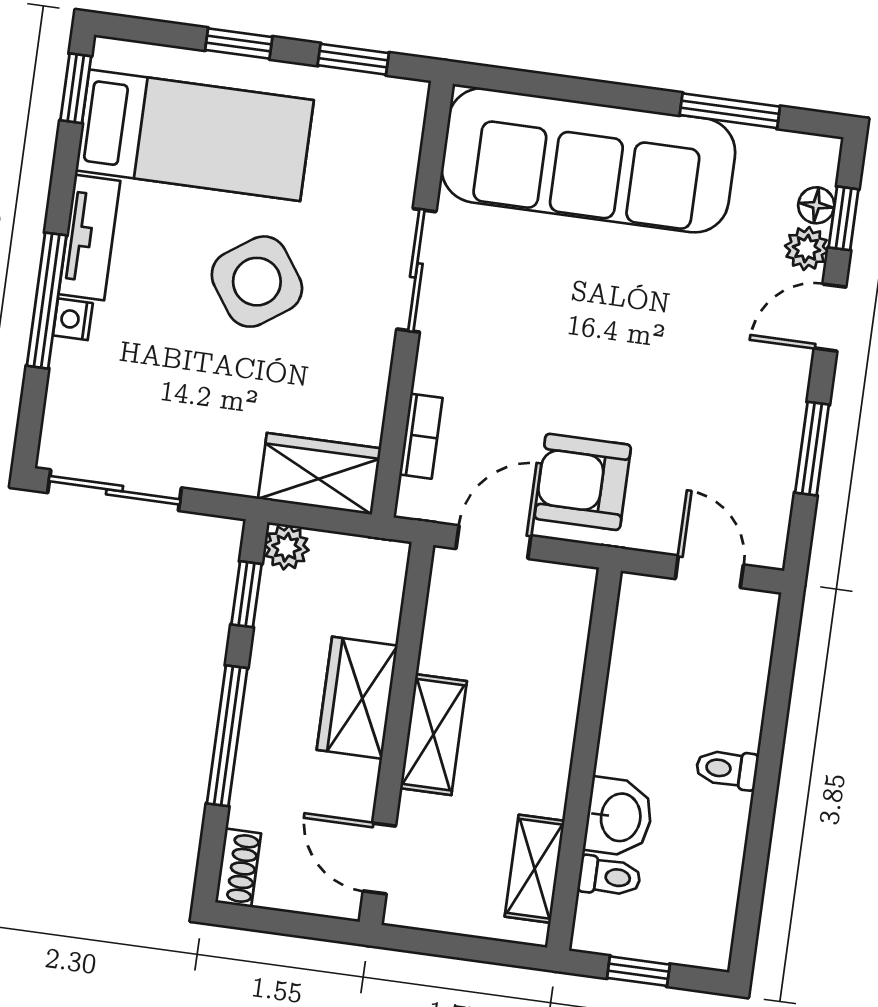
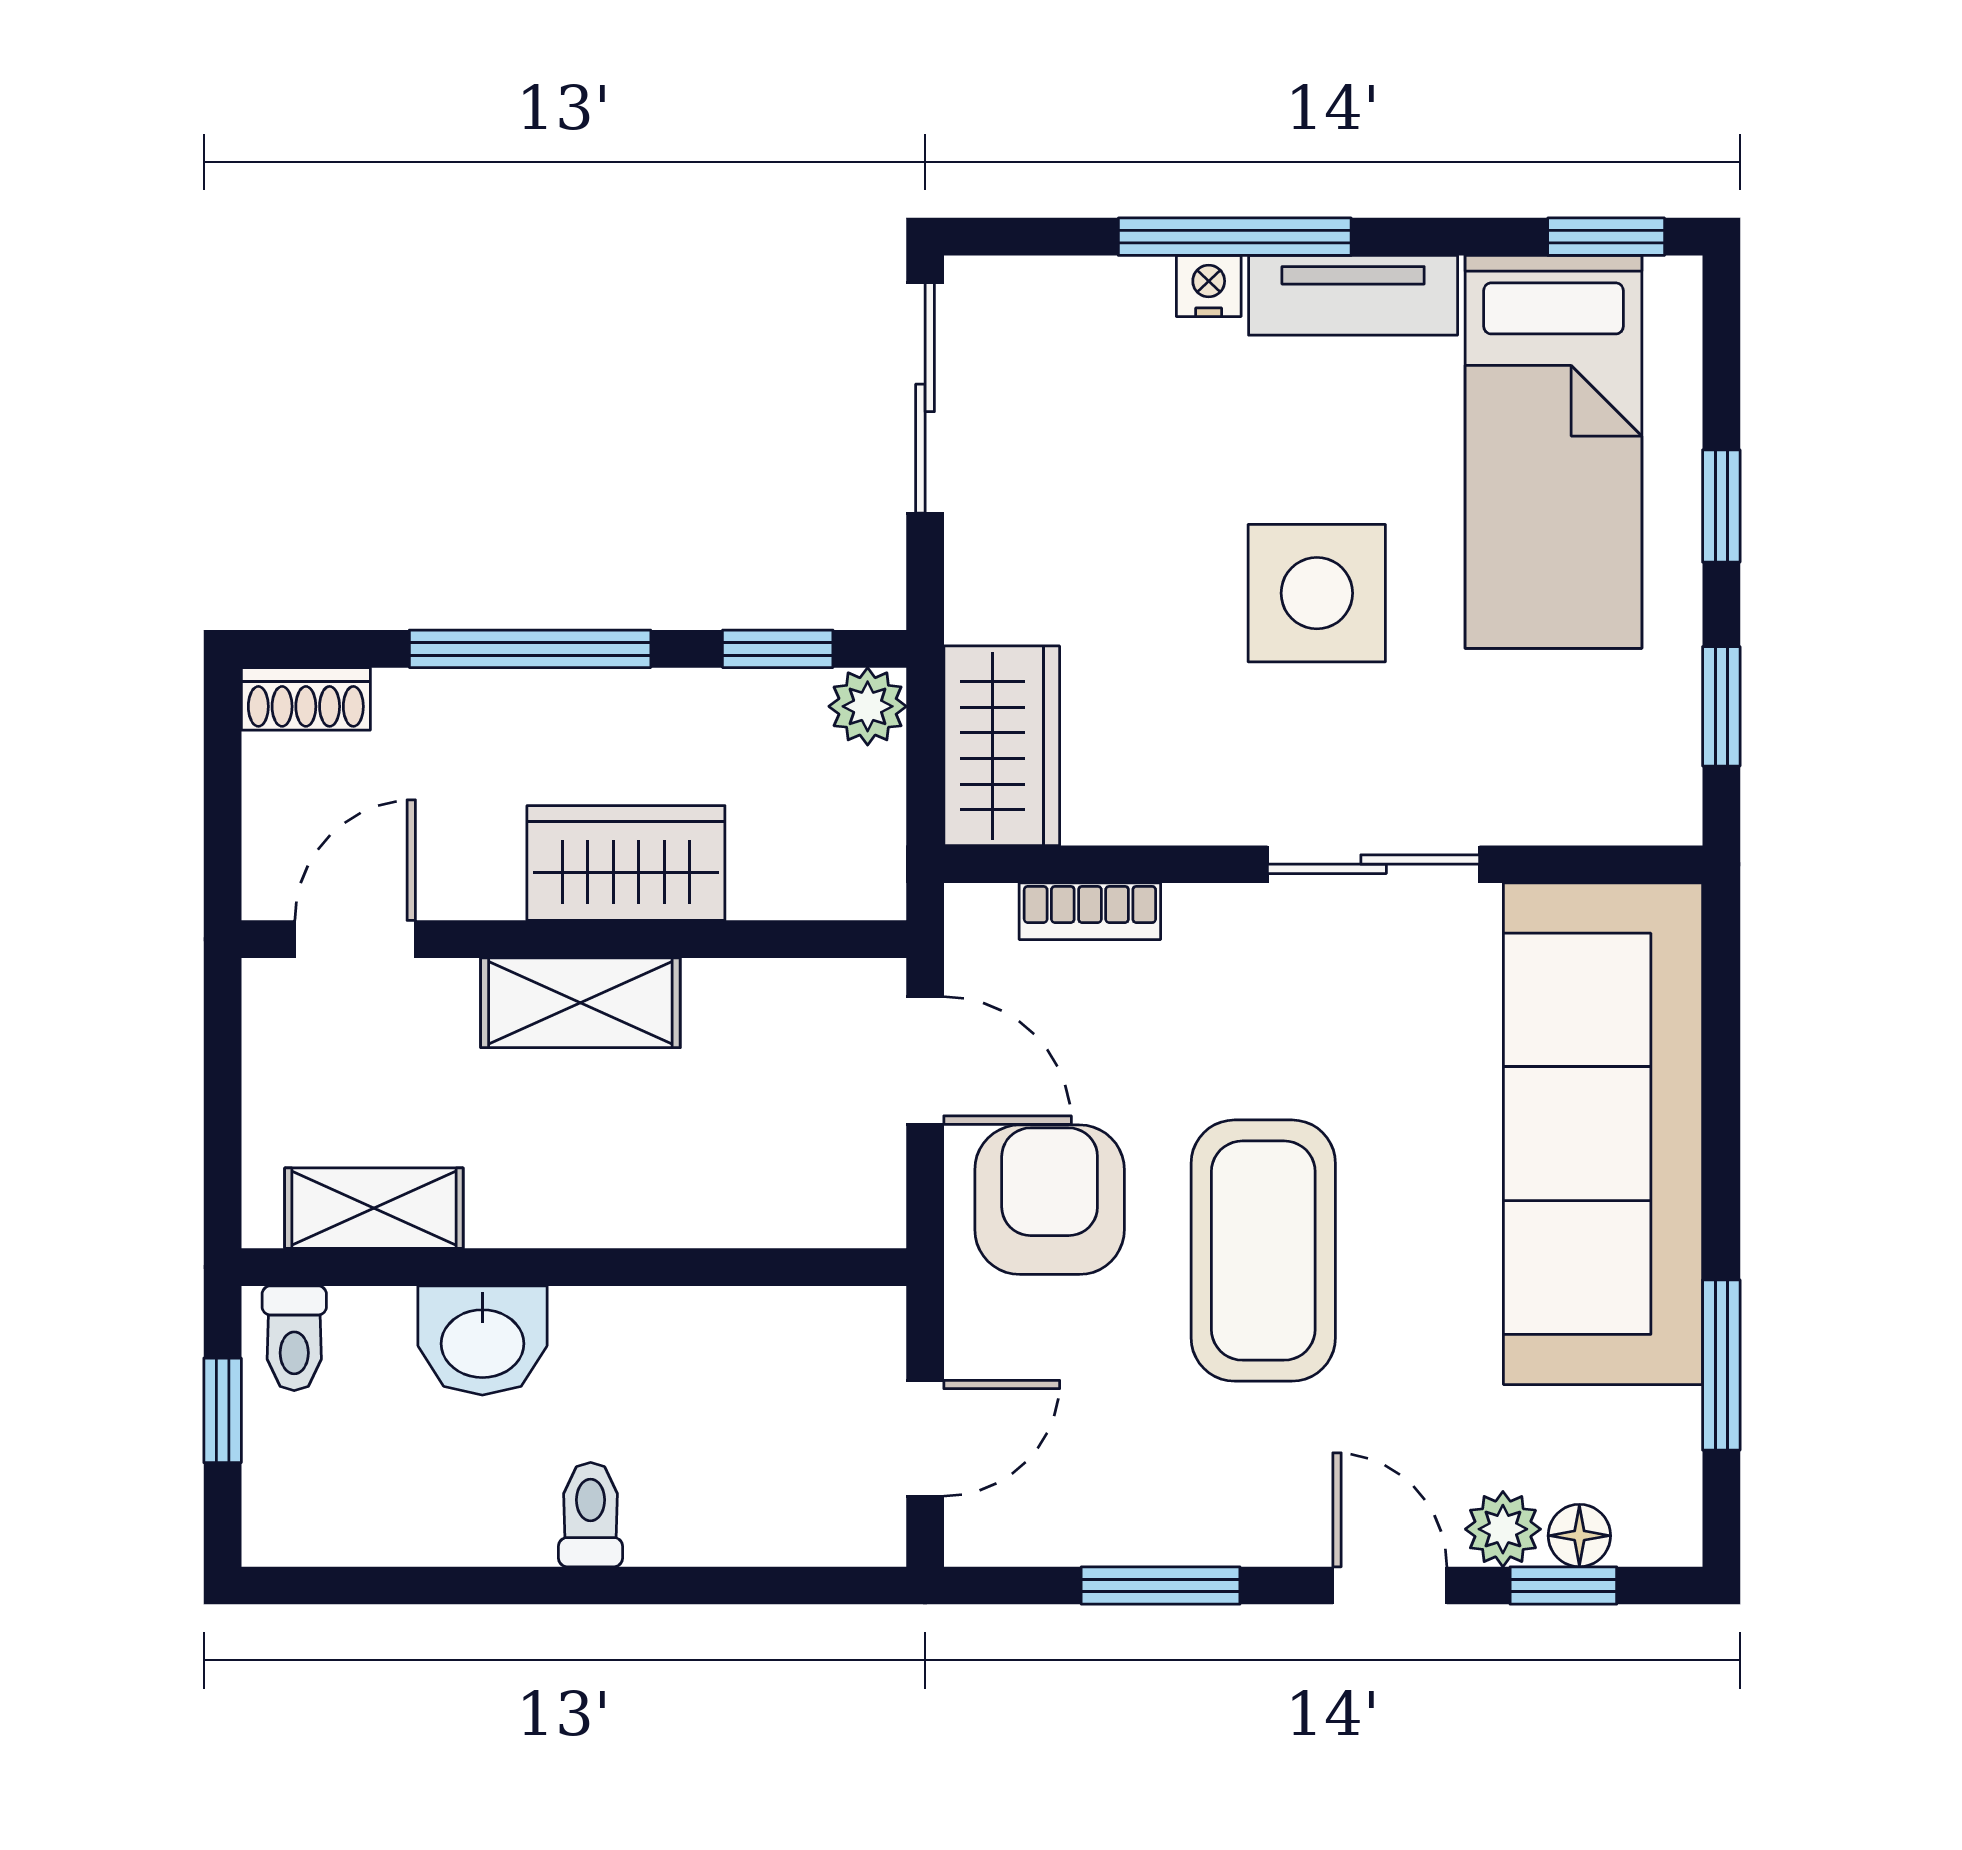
side table: (257, 282) -> (1317, 593), turned 35
coffee table: (629, 364) -> (1263, 1251), added
toilet: (609, 877) -> (294, 1338), moved

